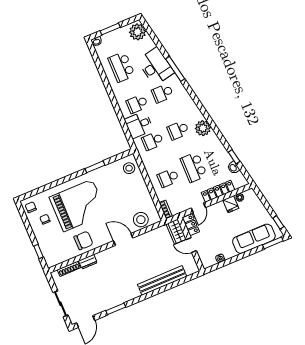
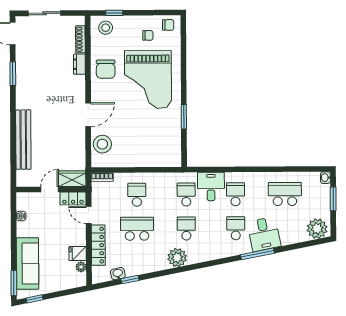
desk: (156, 66) -> (264, 234), width x0.73
stool: (129, 168) -> (106, 28), moved

